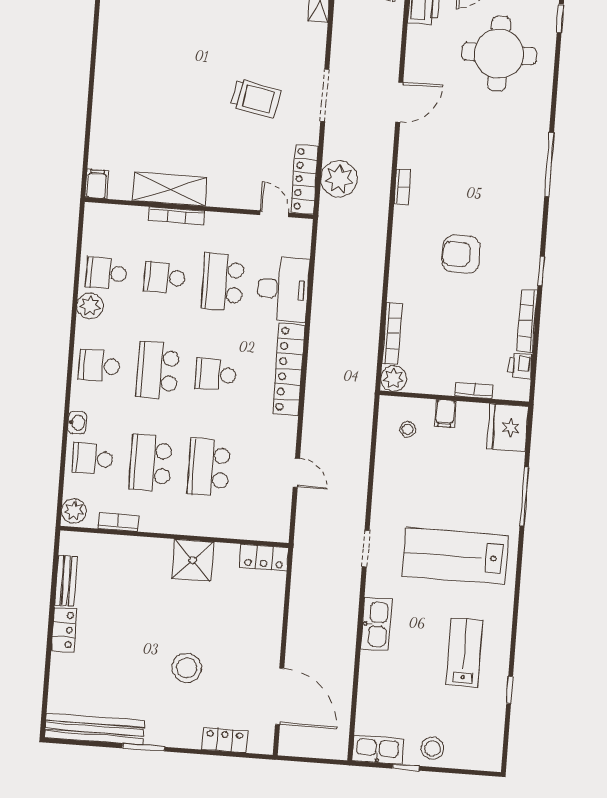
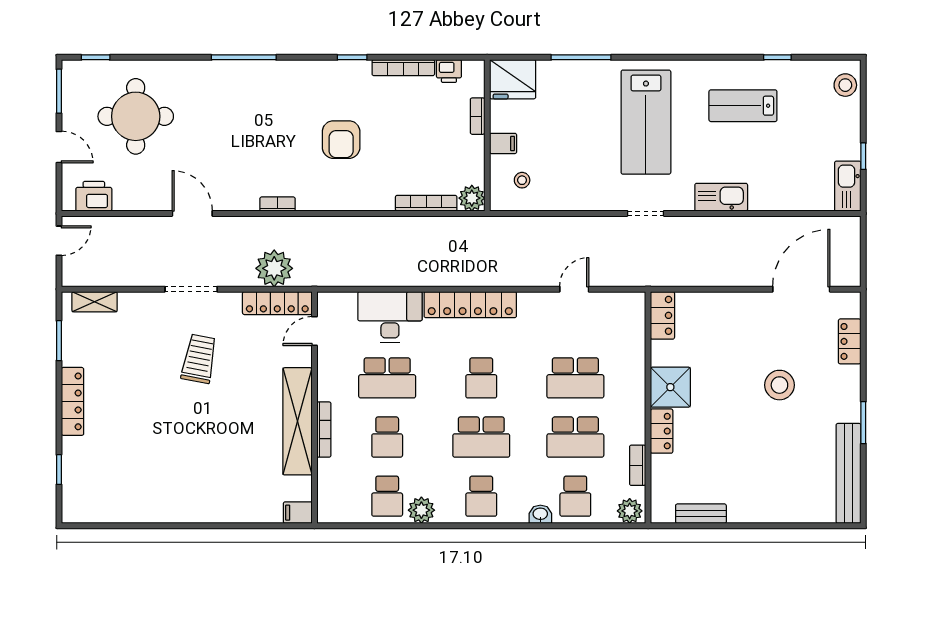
shelving: (170, 189) -> (297, 421), width x1.47
locker: (64, 630) -> (662, 431), moved, turned 90
stool: (432, 748) -> (845, 85), moved

